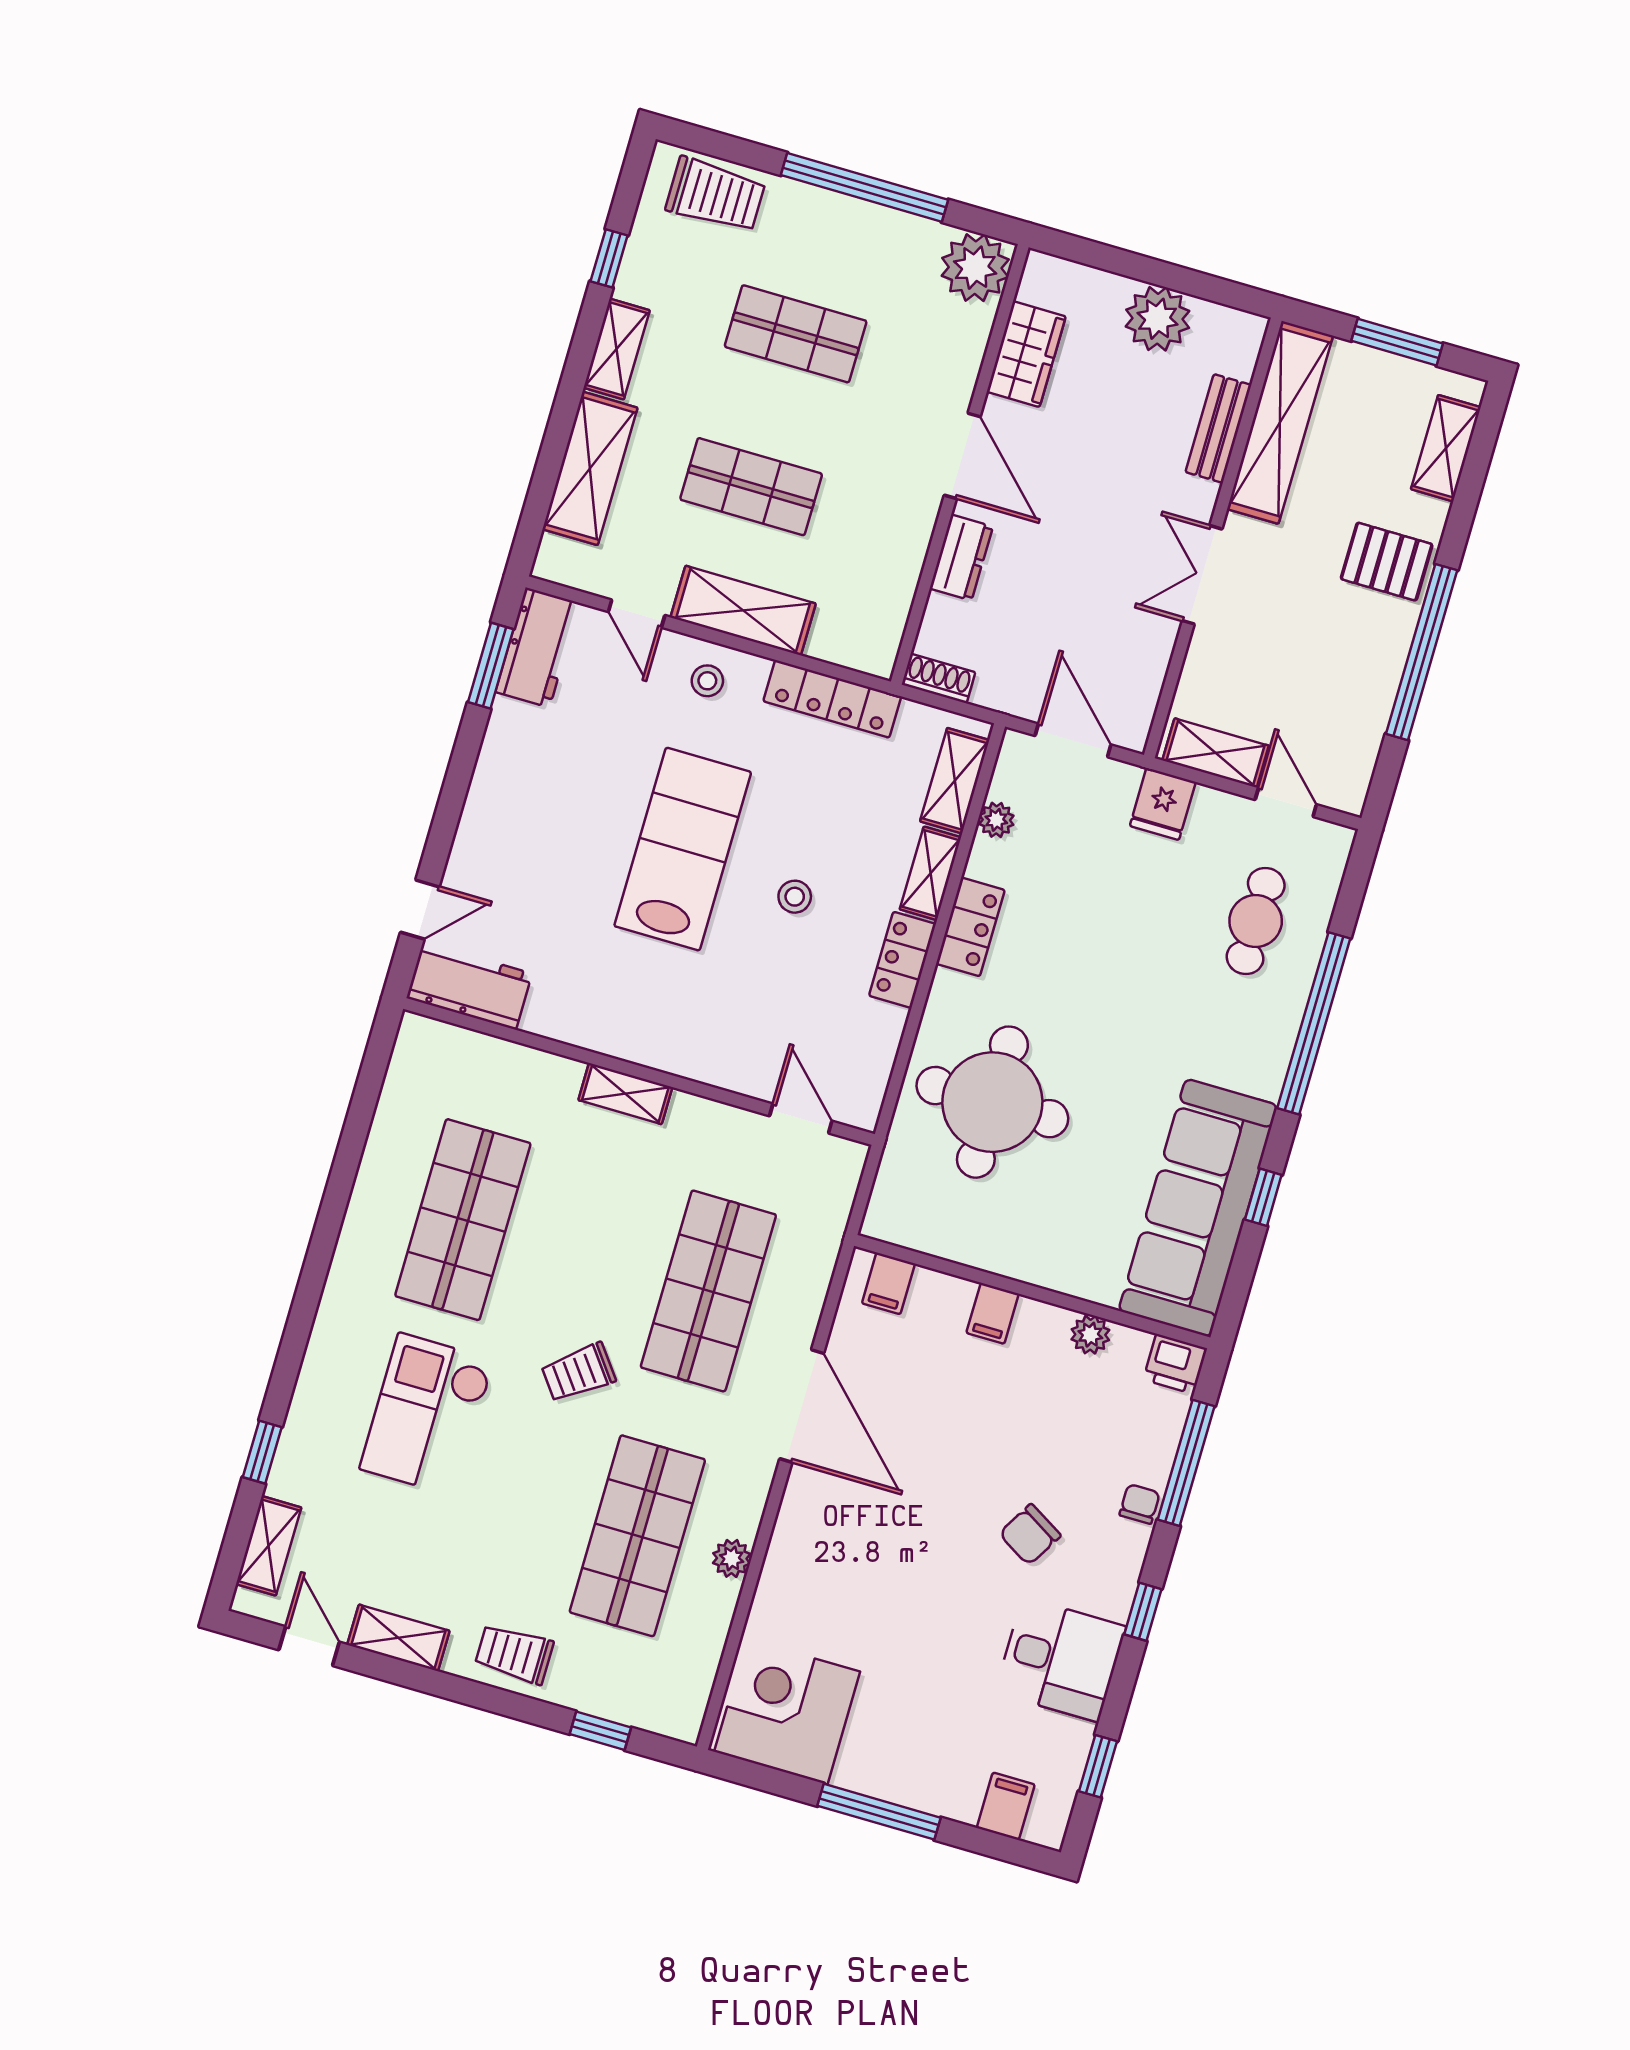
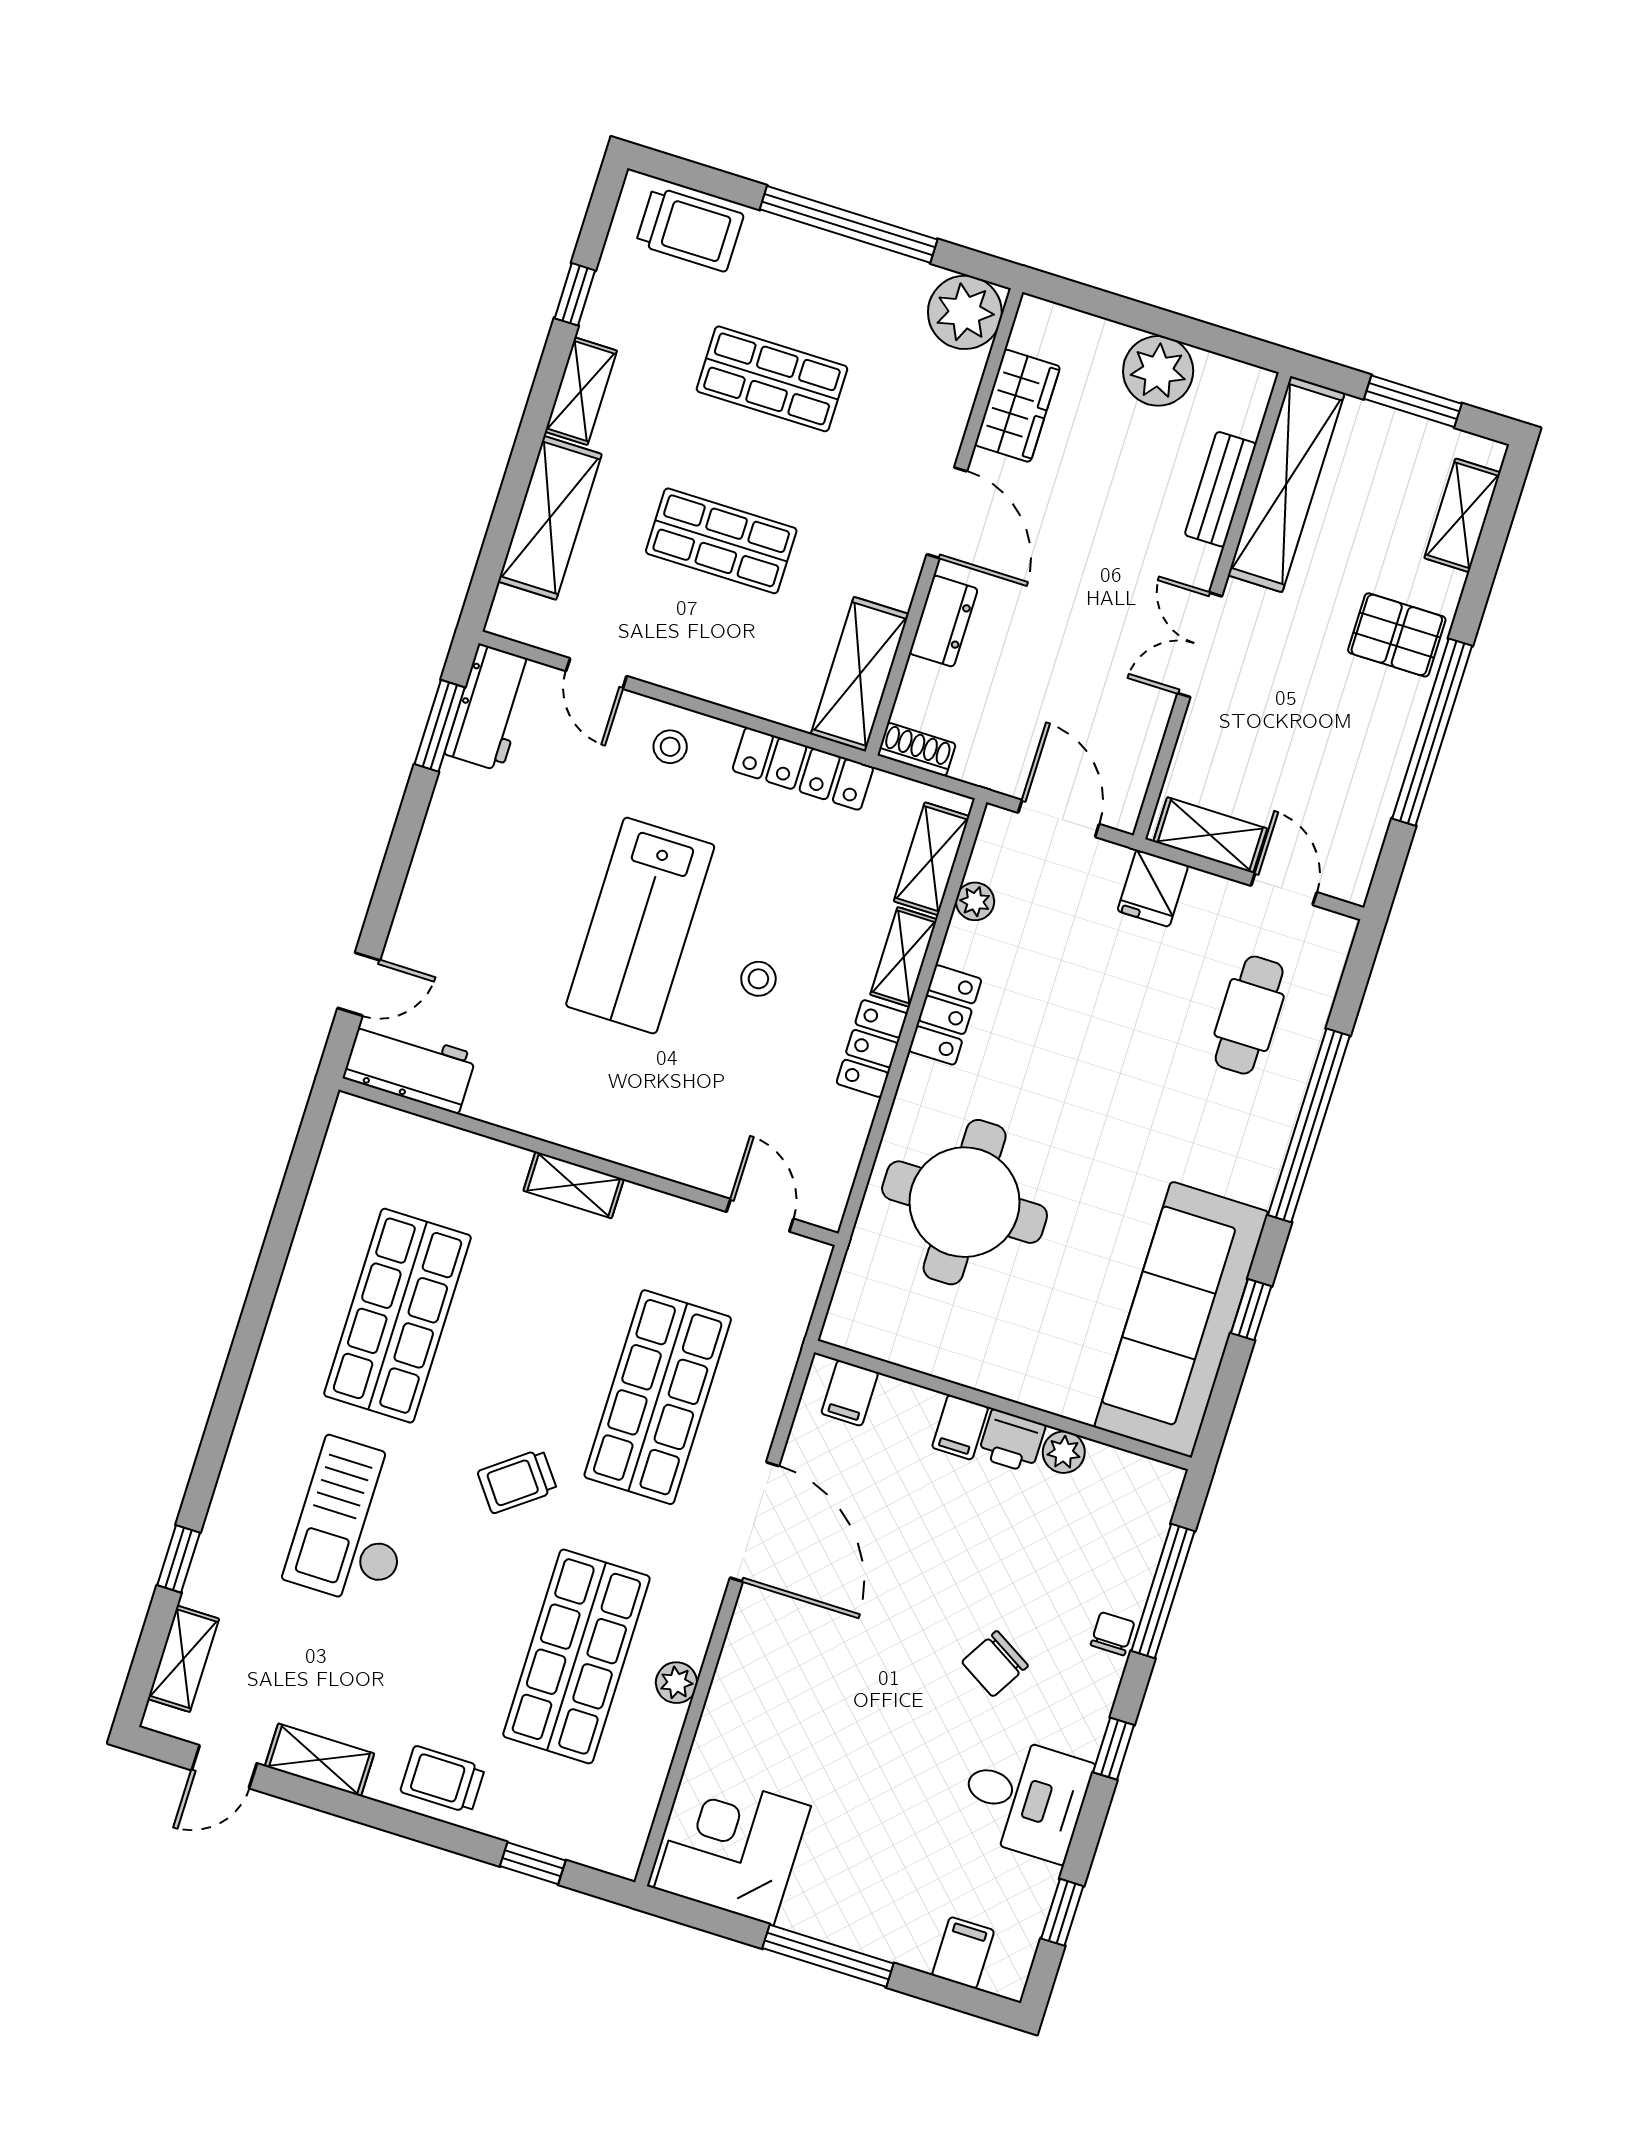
shelving: (743, 610) -> (860, 674), moved, turned 90
lab bench: (683, 849) -> (640, 926), turned 180
printer: (1175, 1364) -> (1012, 1441), moved
door: (309, 1646) -> (224, 1767), swing flipped

